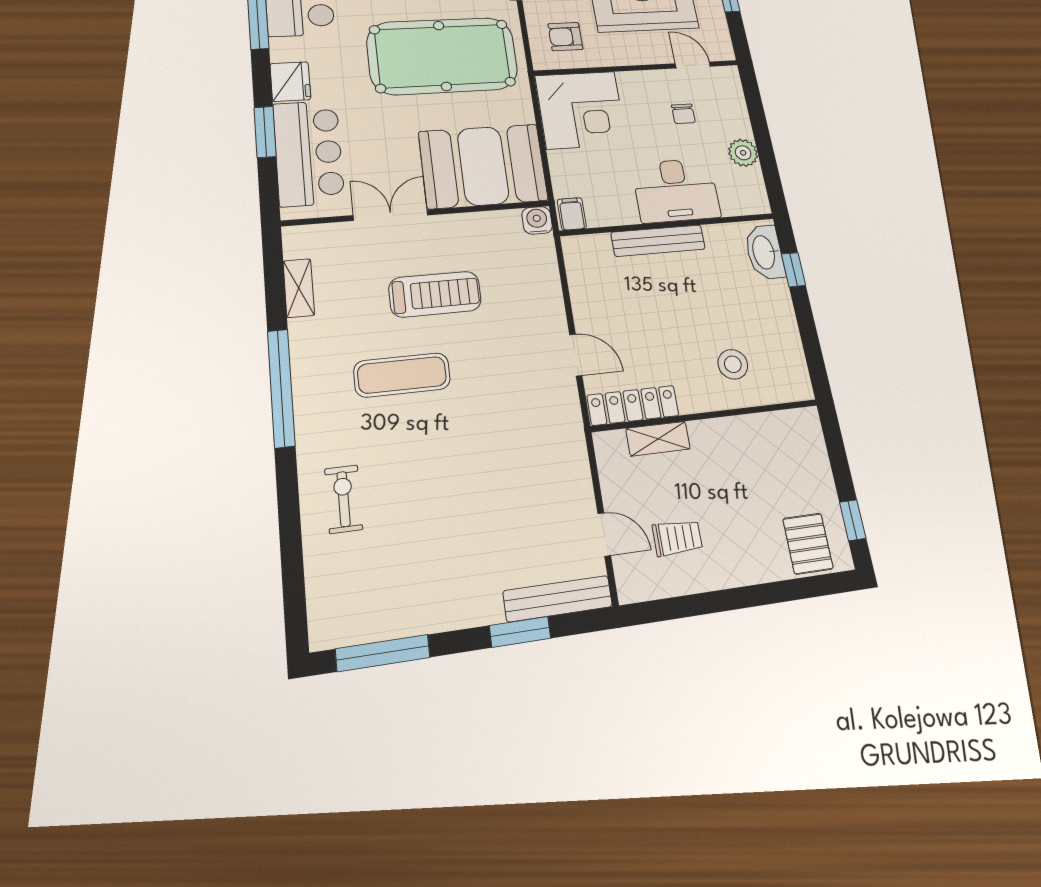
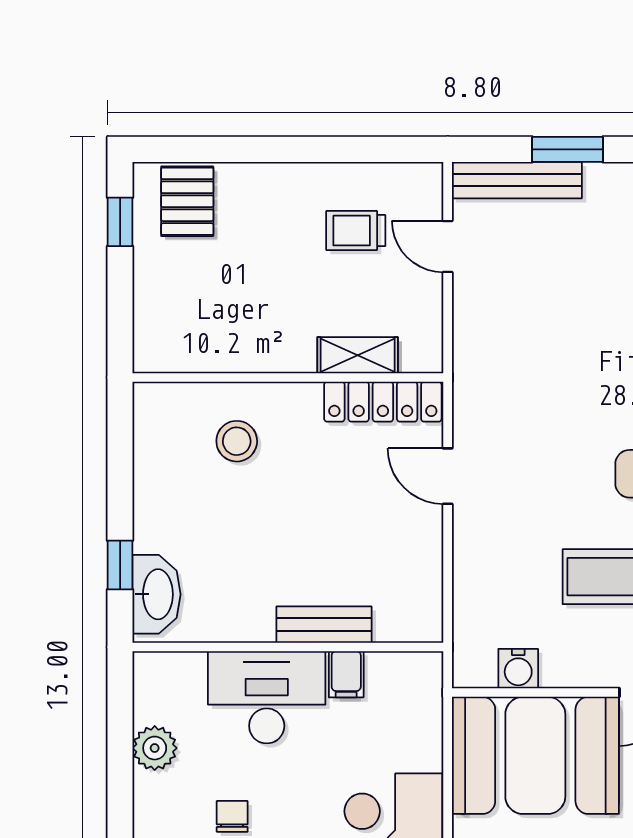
filing cabinet: (572, 214) -> (346, 674), moved
water cooler: (537, 220) -> (518, 669), moved
bench: (658, 241) -> (324, 625), width x0.73

